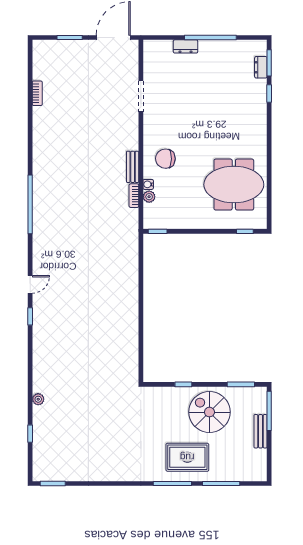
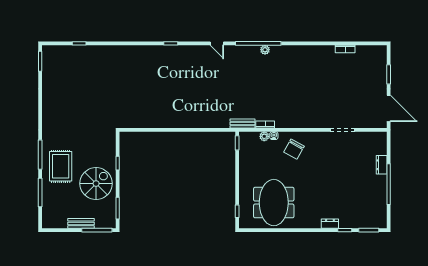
dresser: (261, 67) -> (330, 224), moved
chair: (165, 159) -> (294, 149), turned -152
bench: (133, 167) -> (243, 124), moved
door: (30, 284) -> (217, 43), moved
plant: (38, 399) -> (265, 50), moved

